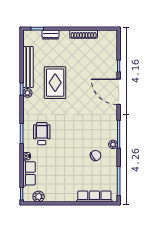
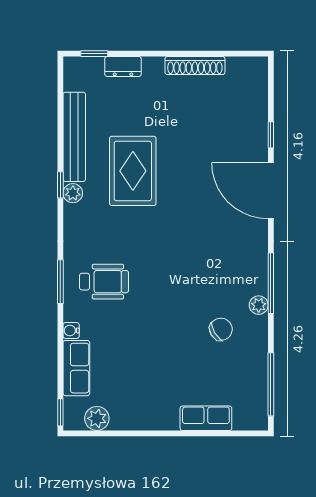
wheelchair: (42, 134) -> (104, 282), turned 90
row of seats: (94, 196) -> (206, 418), width x0.68

